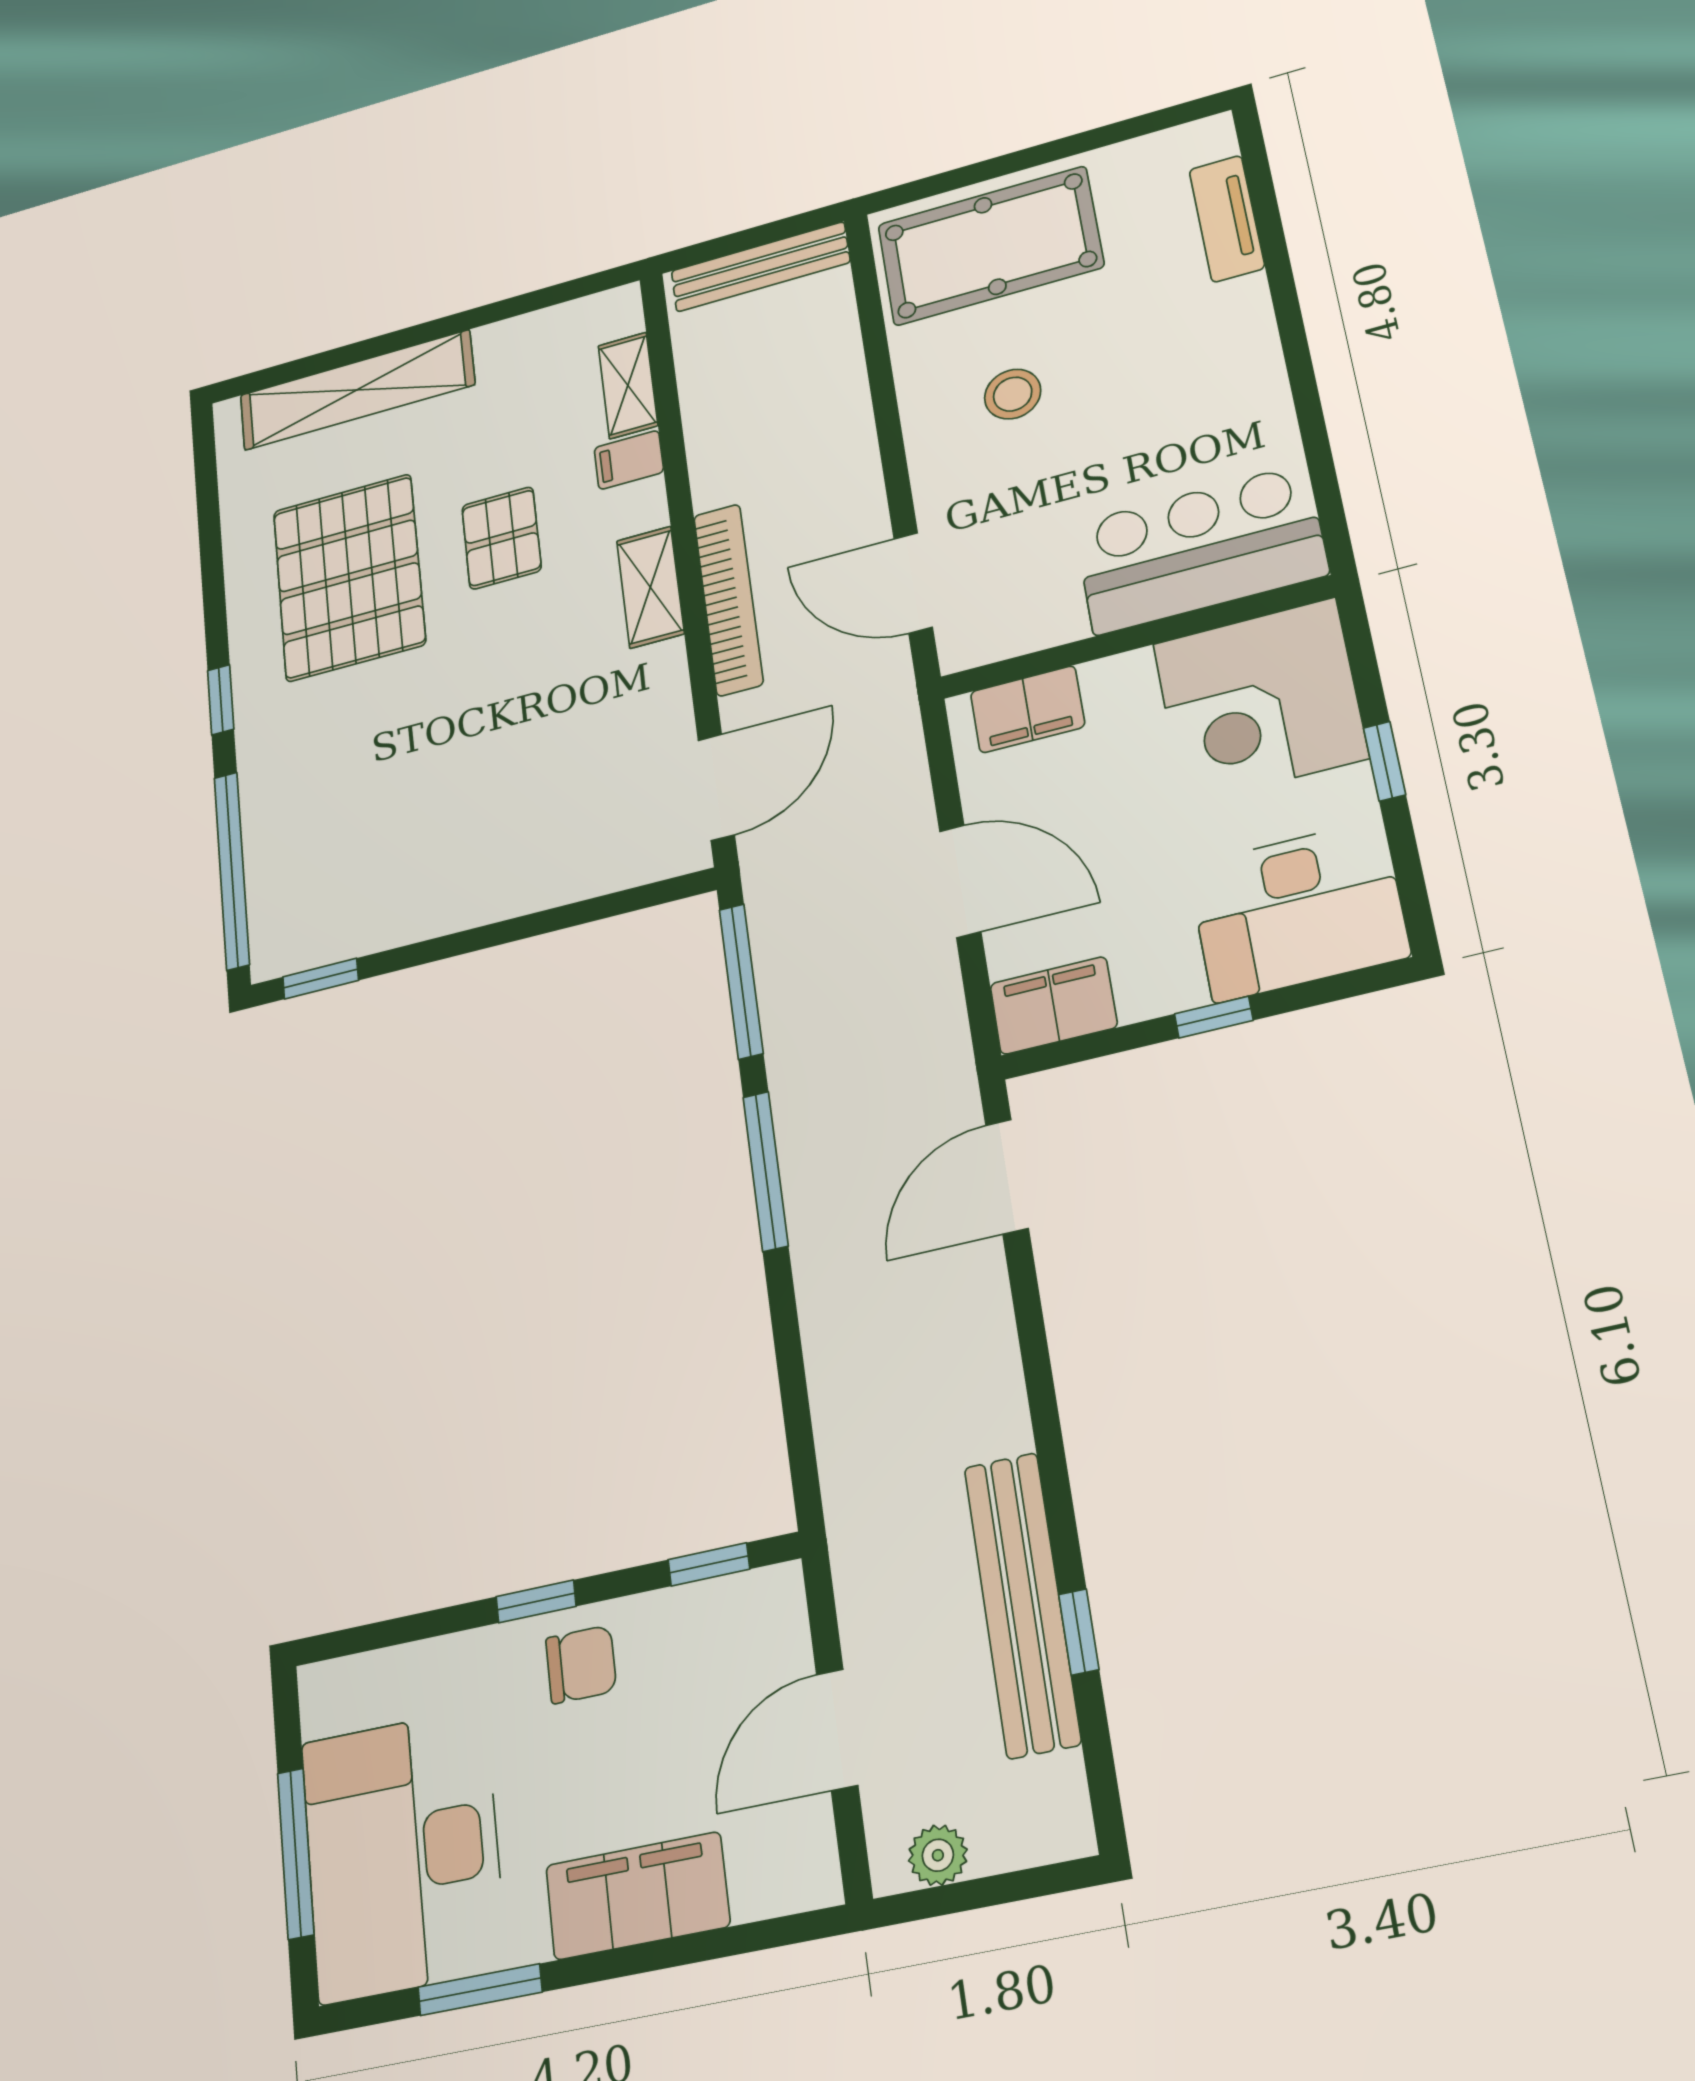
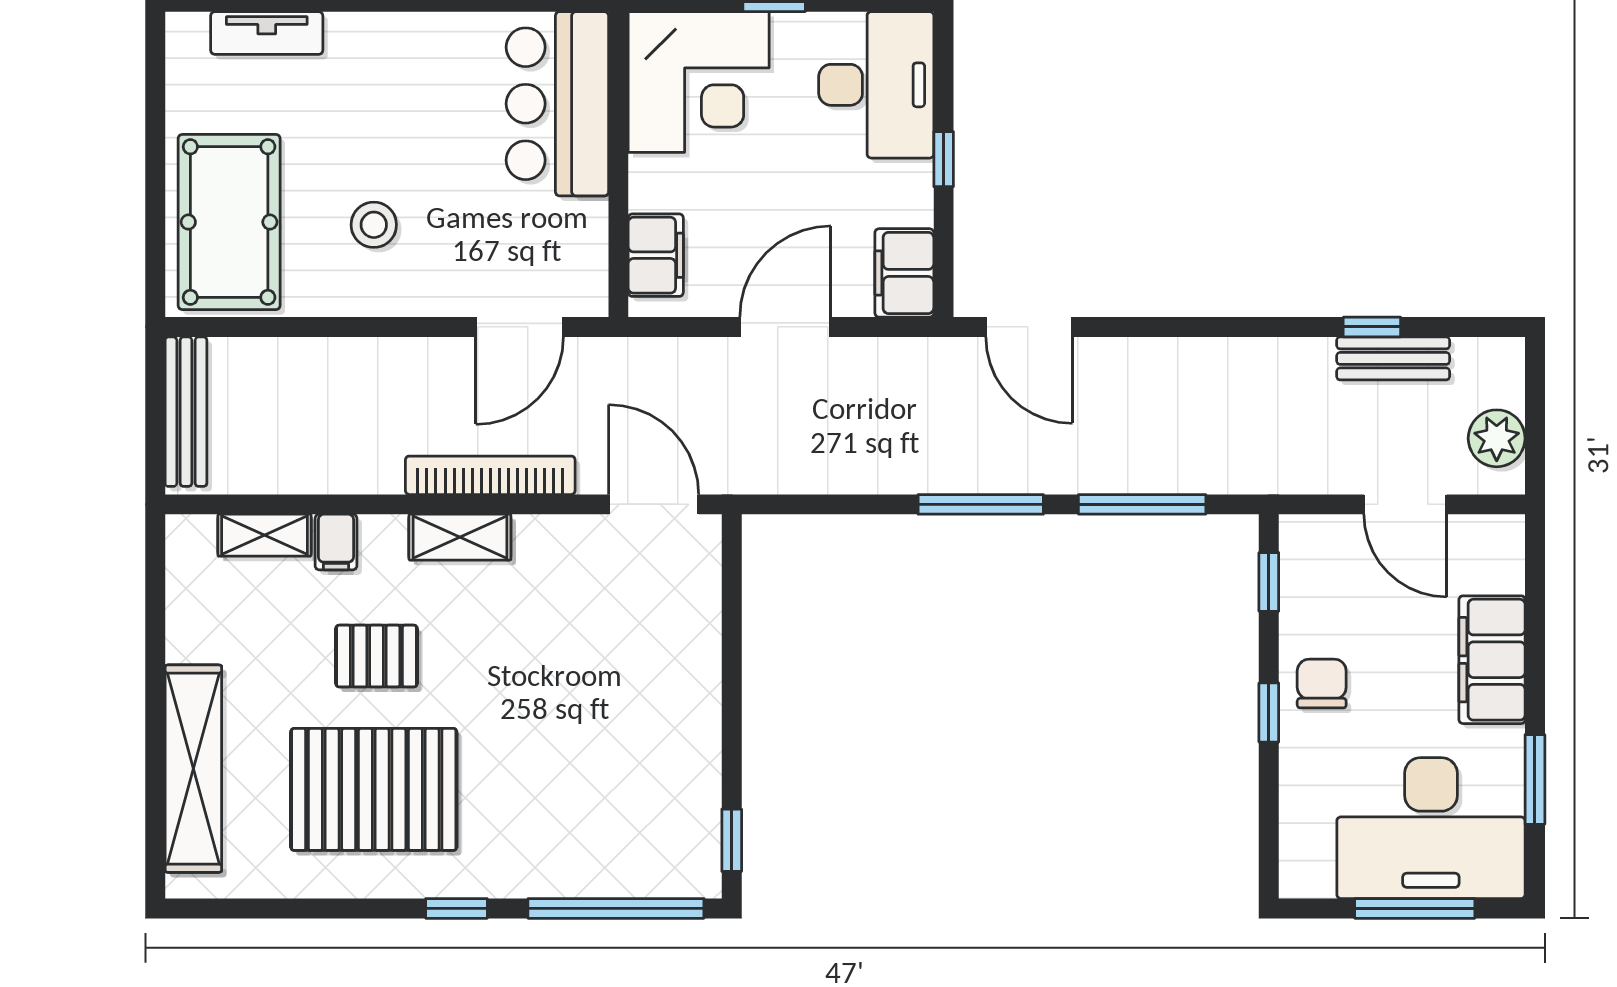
window: (741, 981) -> (1142, 504), moved
bench: (1022, 1604) -> (1393, 358), width x0.54, depth x0.82
plant: (938, 1855) -> (1497, 438), width x1.38, depth x1.38

